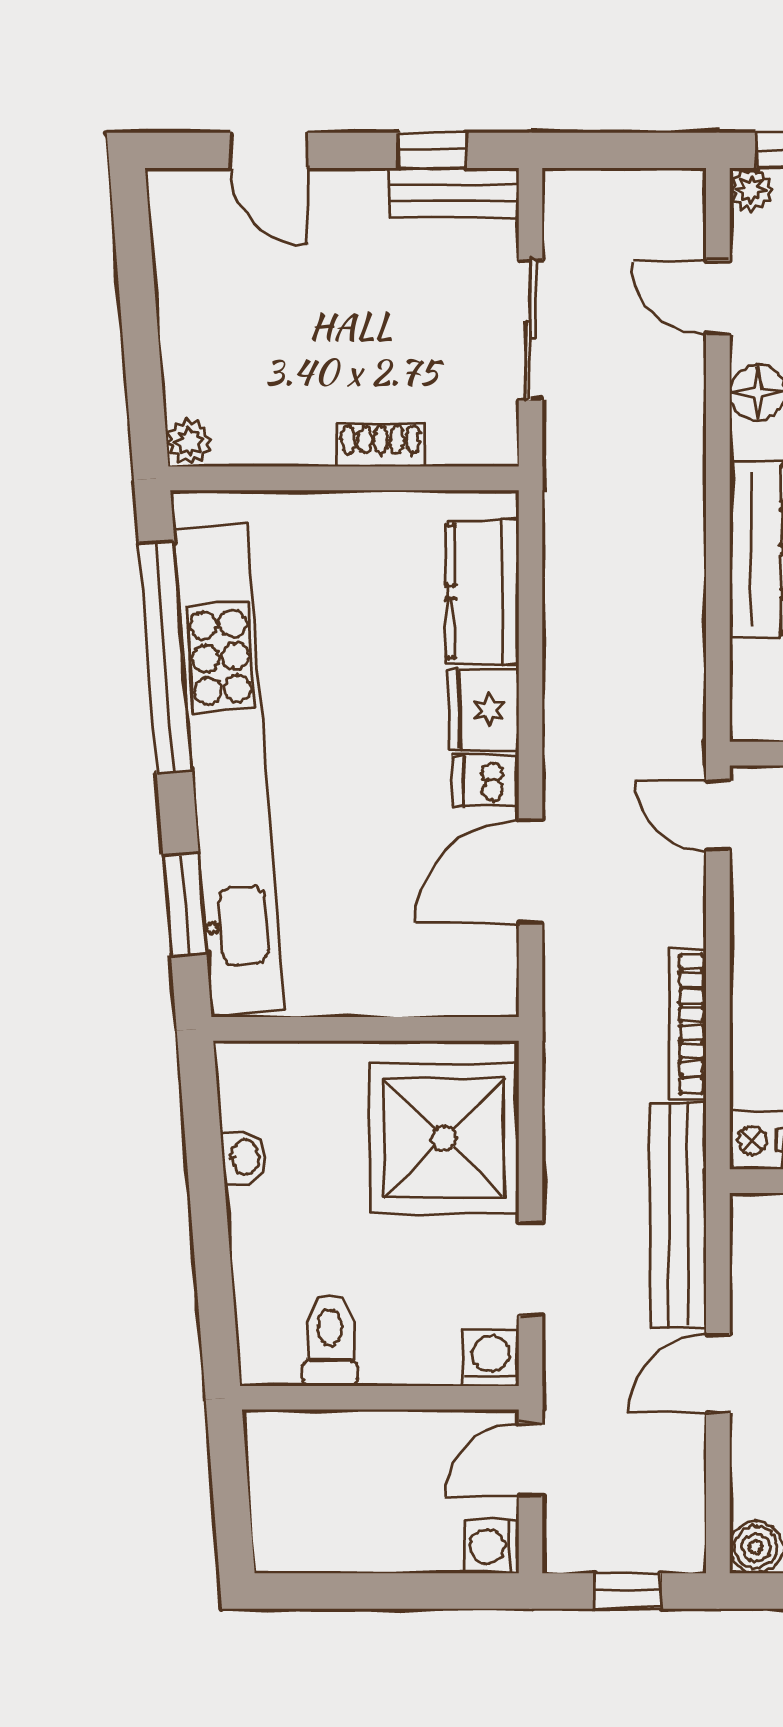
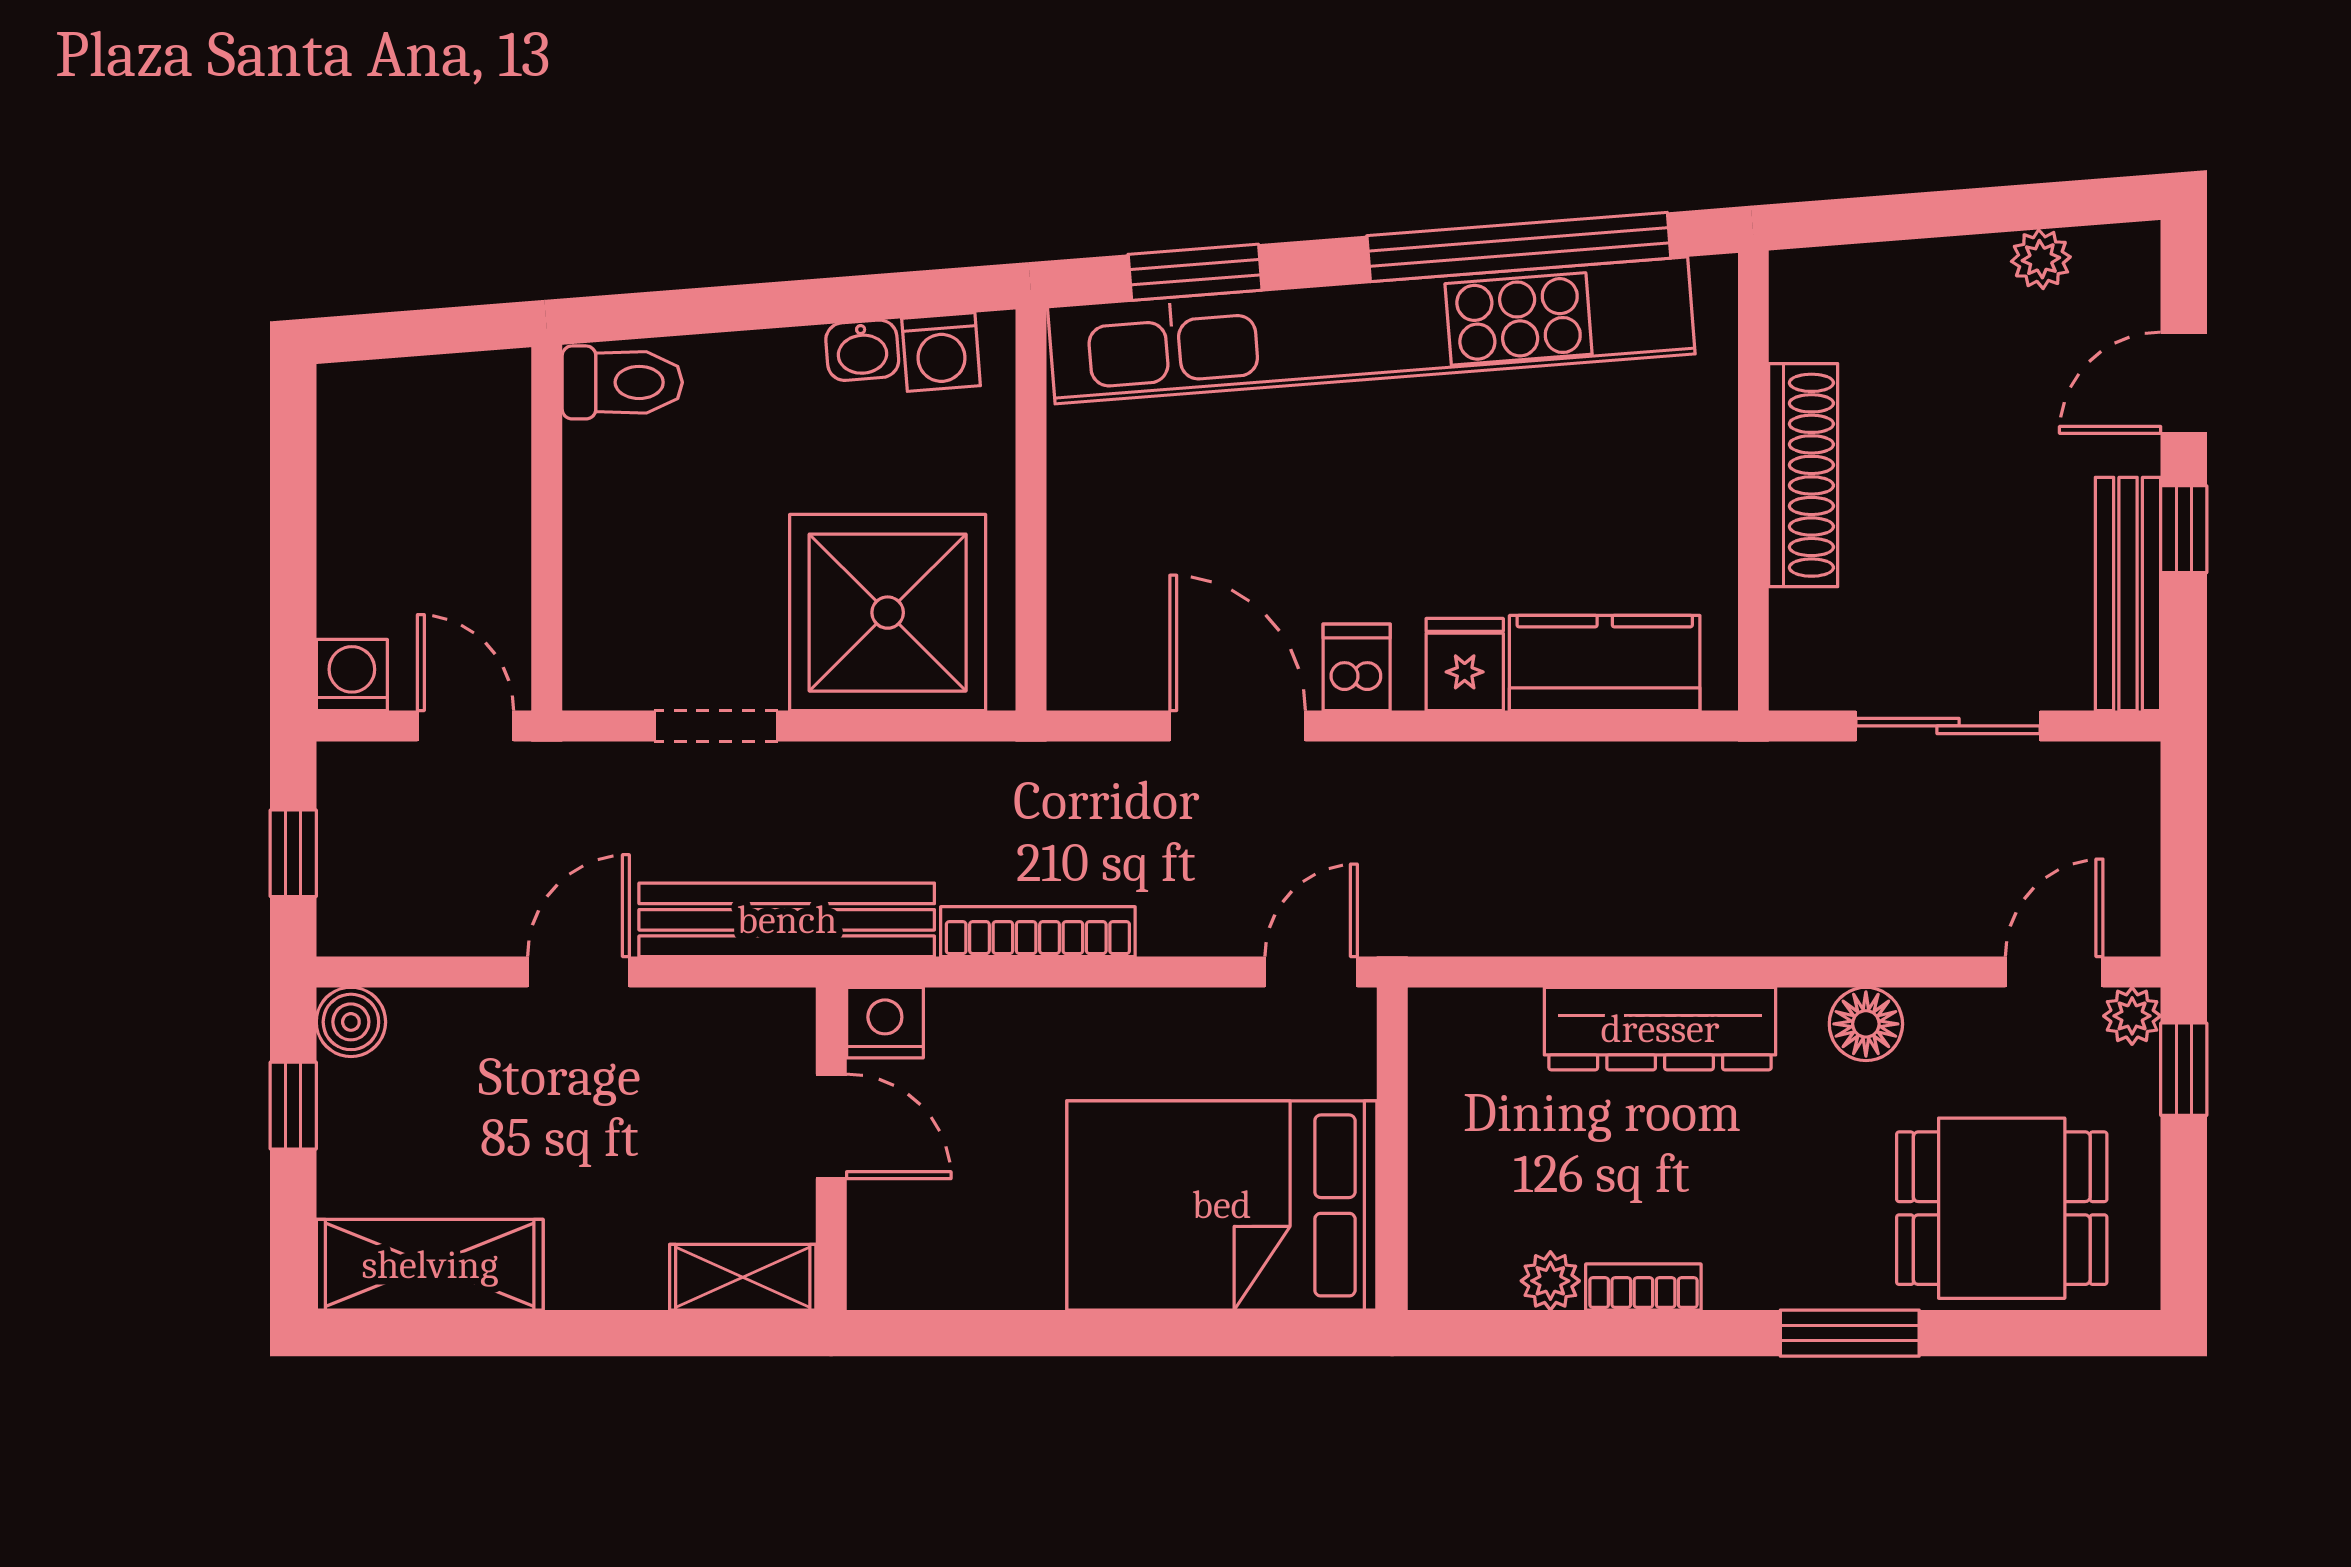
window: (432, 150) -> (2184, 529), moved
bench: (454, 193) -> (2128, 594), width x1.36
door: (718, 298) -> (2054, 972), moved
plant: (189, 441) -> (2041, 259), moved
shoe rack: (381, 445) -> (1803, 475), width x1.94, depth x1.24
fridge: (484, 710) -> (1465, 665), width x0.72
toilet: (330, 1340) -> (622, 382), moved
washing machine: (491, 1358) -> (941, 352), moved, turned 86
door: (718, 1374) -> (578, 972), hinge flipped

